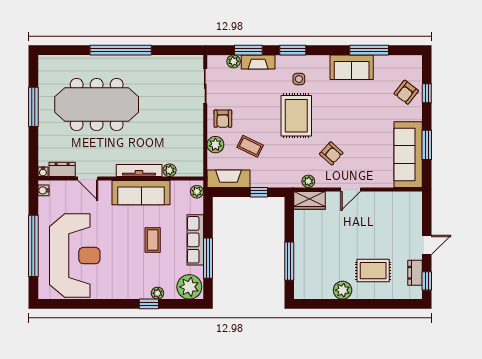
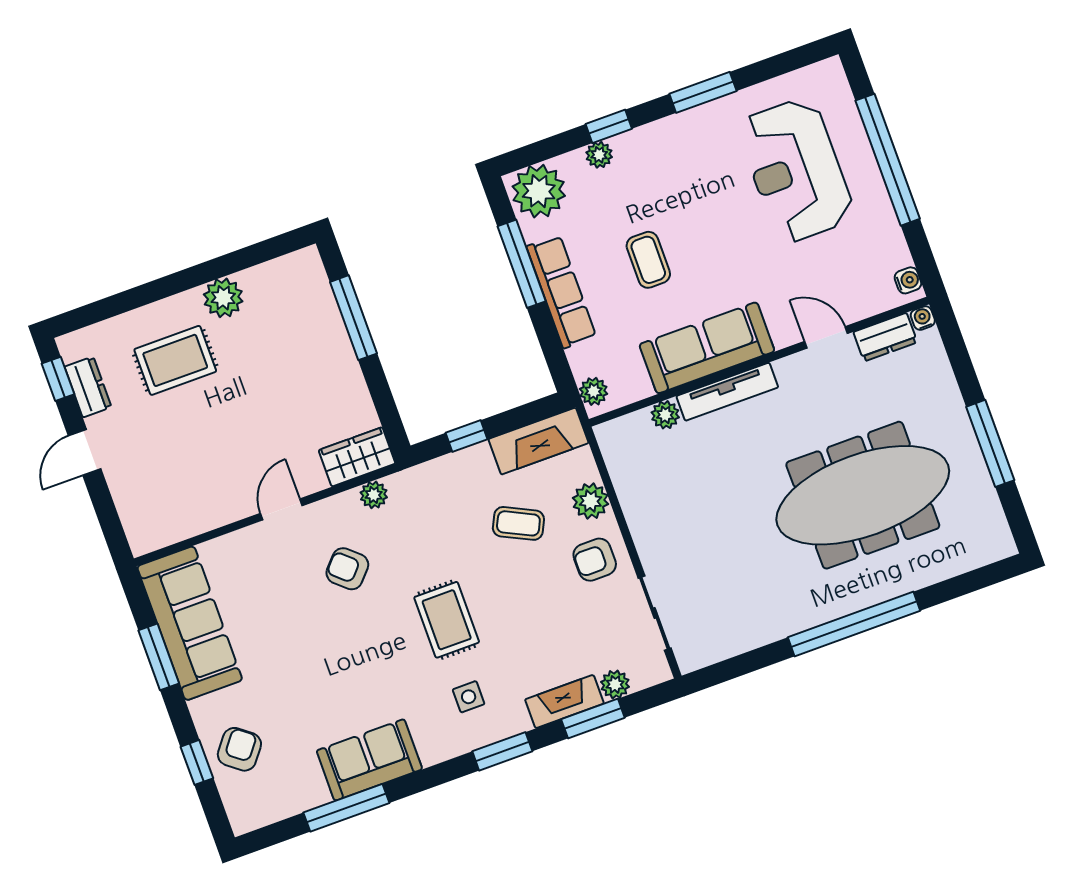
rug: (296, 116) -> (447, 620), width x0.73, depth x0.70
armchair: (223, 119) -> (595, 560), turned -90
reception desk: (75, 256) -> (796, 170), width x0.74, depth x0.77
window: (103, 304) -> (703, 92), added

